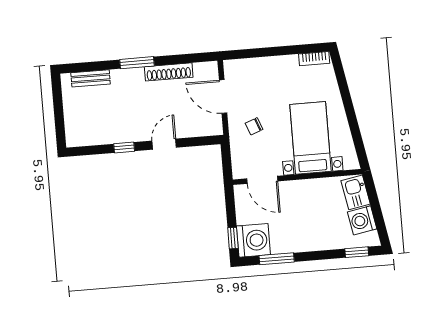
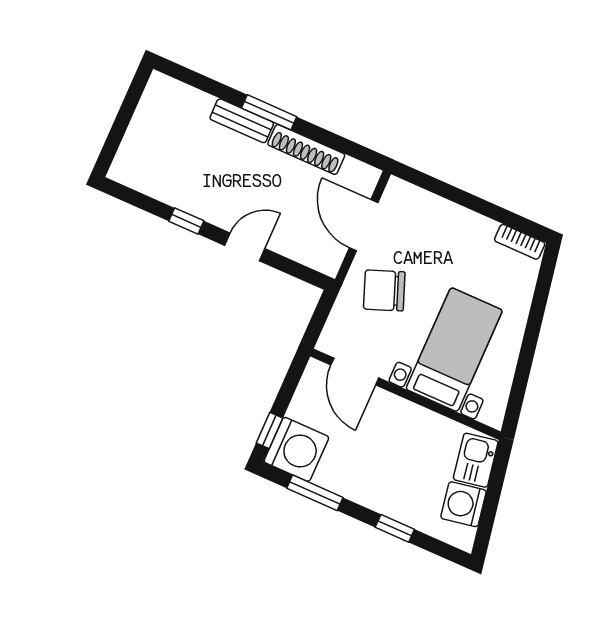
bench: (91, 78) -> (242, 121), moved
chair: (254, 126) -> (384, 290), width x1.87, depth x1.87
window: (357, 252) -> (395, 528), moved

